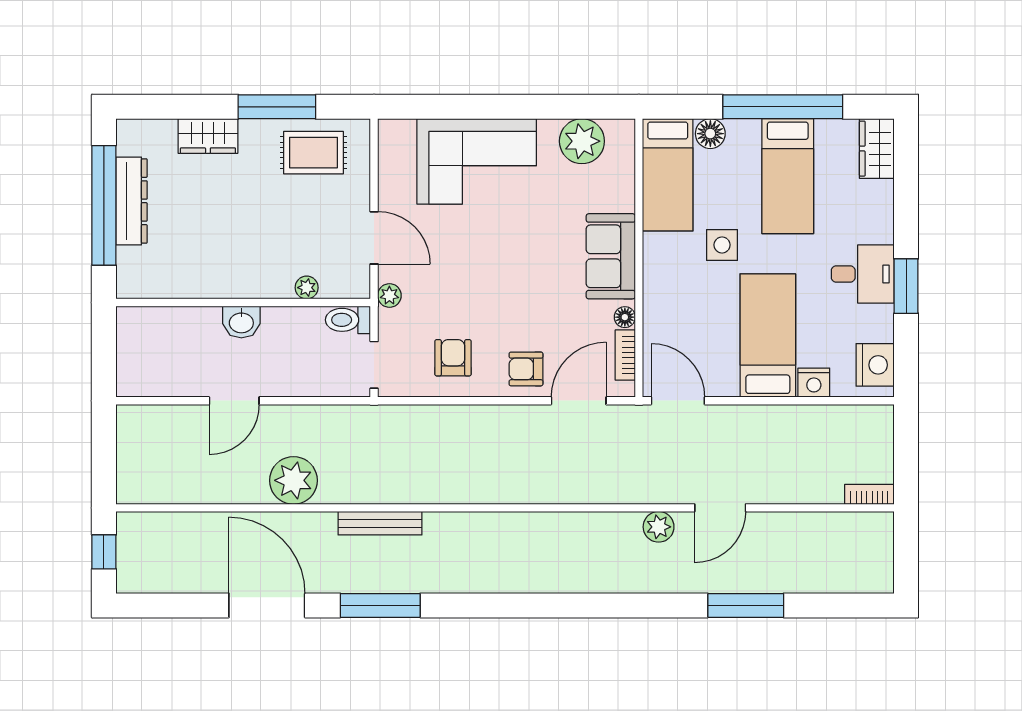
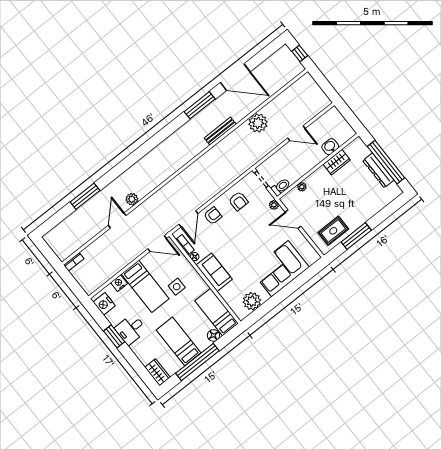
wardrobe: (208, 136) -> (337, 162), moved, turned 180
side table: (722, 245) -> (177, 287), moved
washbasin: (241, 322) -> (330, 147), moved
door: (234, 401) -> (296, 133), swing flipped

